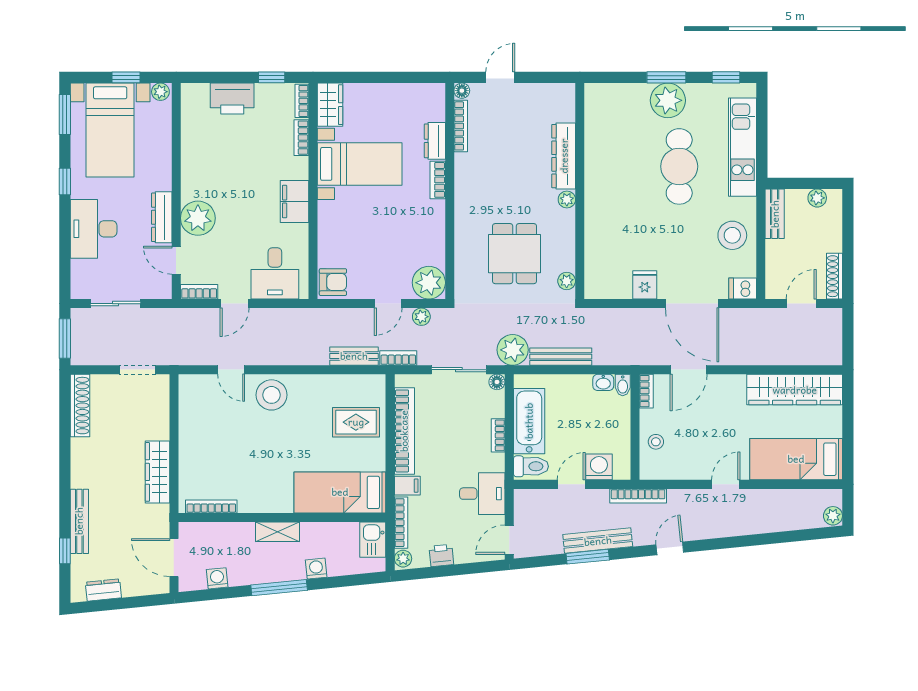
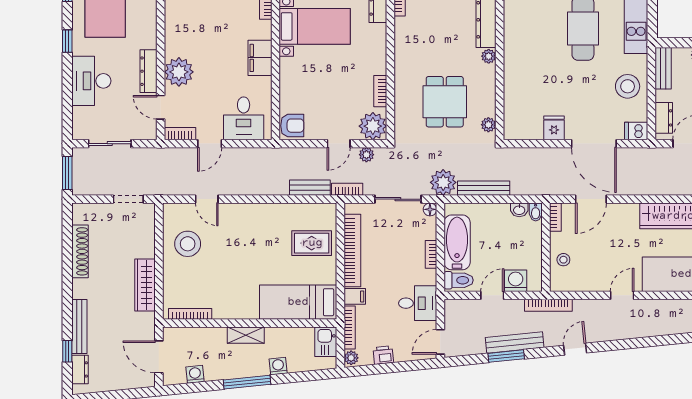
bookcase: (438, 180) -> (380, 91), moved
dresser: (775, 273) -> (664, 118), added
stool: (272, 395) -> (188, 244), moved
shoe rack: (80, 406) -> (80, 251), moved
dresser: (103, 590) -> (80, 369), moved, turned 96

